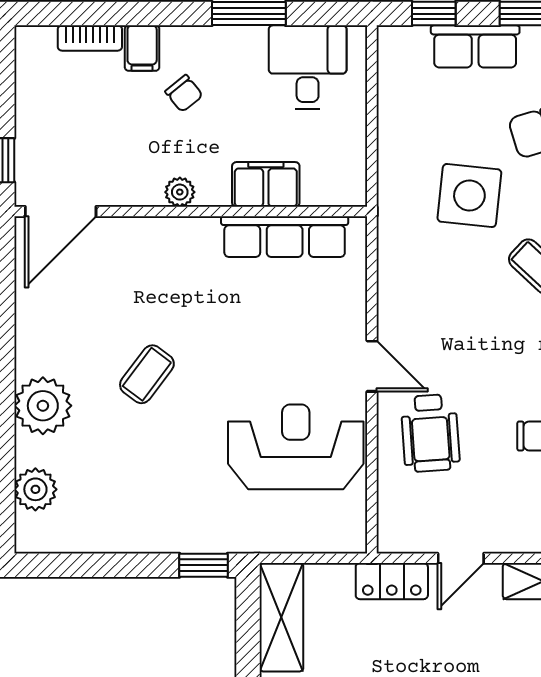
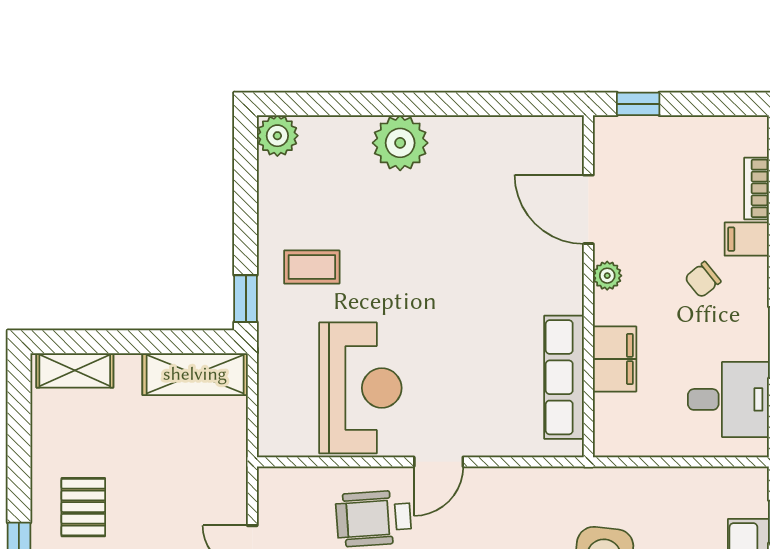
door: (61, 211) -> (588, 209), moved
coffee table: (147, 374) -> (312, 267), moved, turned -37
plant: (35, 489) -> (277, 136), moved
locker: (392, 581) -> (230, 481), removed

